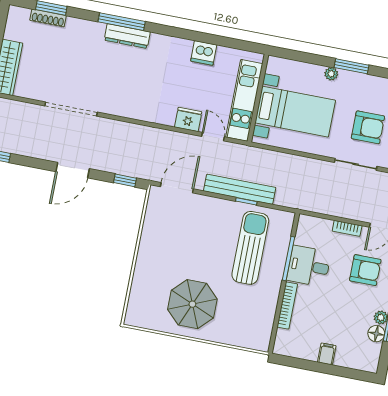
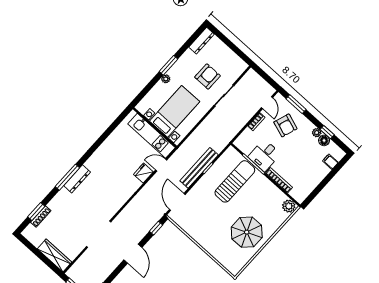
dishwasher: (204, 53) -> (112, 142), removed
sun lounger: (250, 248) -> (235, 181), turned 90
armchair: (365, 270) -> (285, 125), turned 109
plant: (261, 339) -> (289, 206), added
filing cabinet: (327, 354) -> (330, 162), moved

